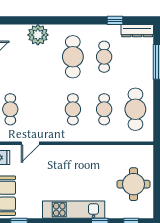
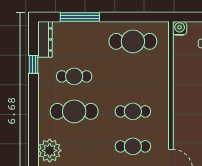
cafe table: (104, 109) -> (133, 146), moved
water cooler: (147, 151) -> (180, 28), added

